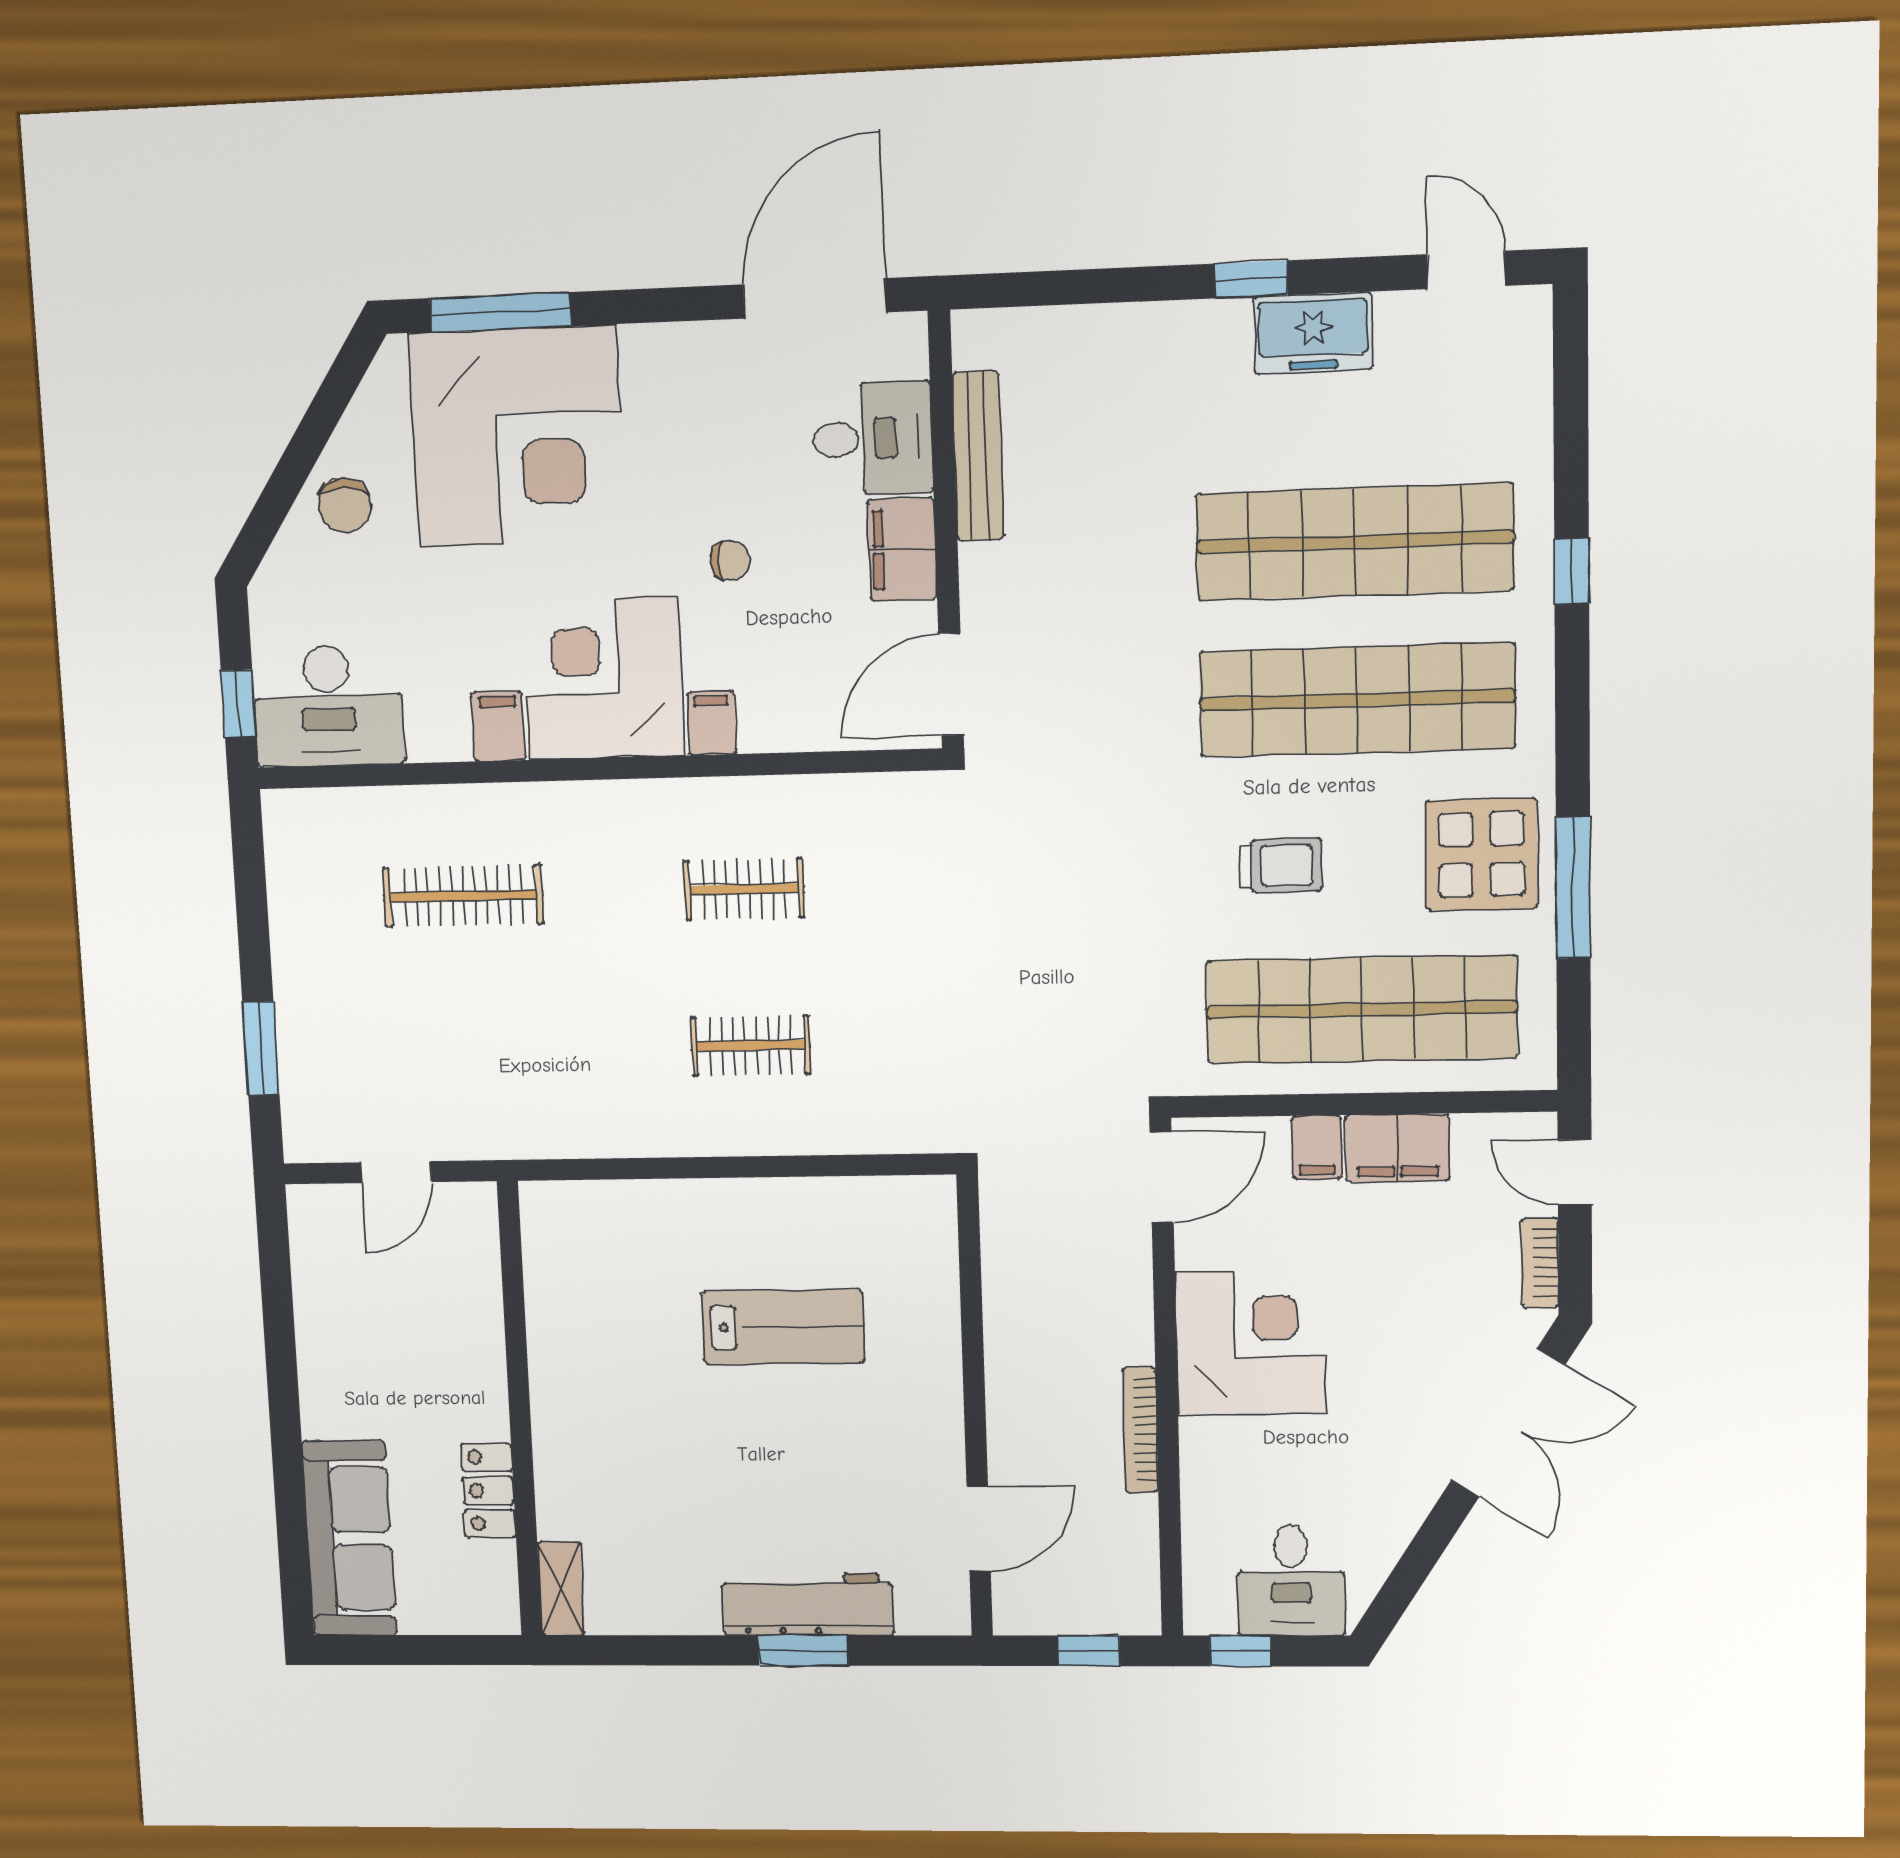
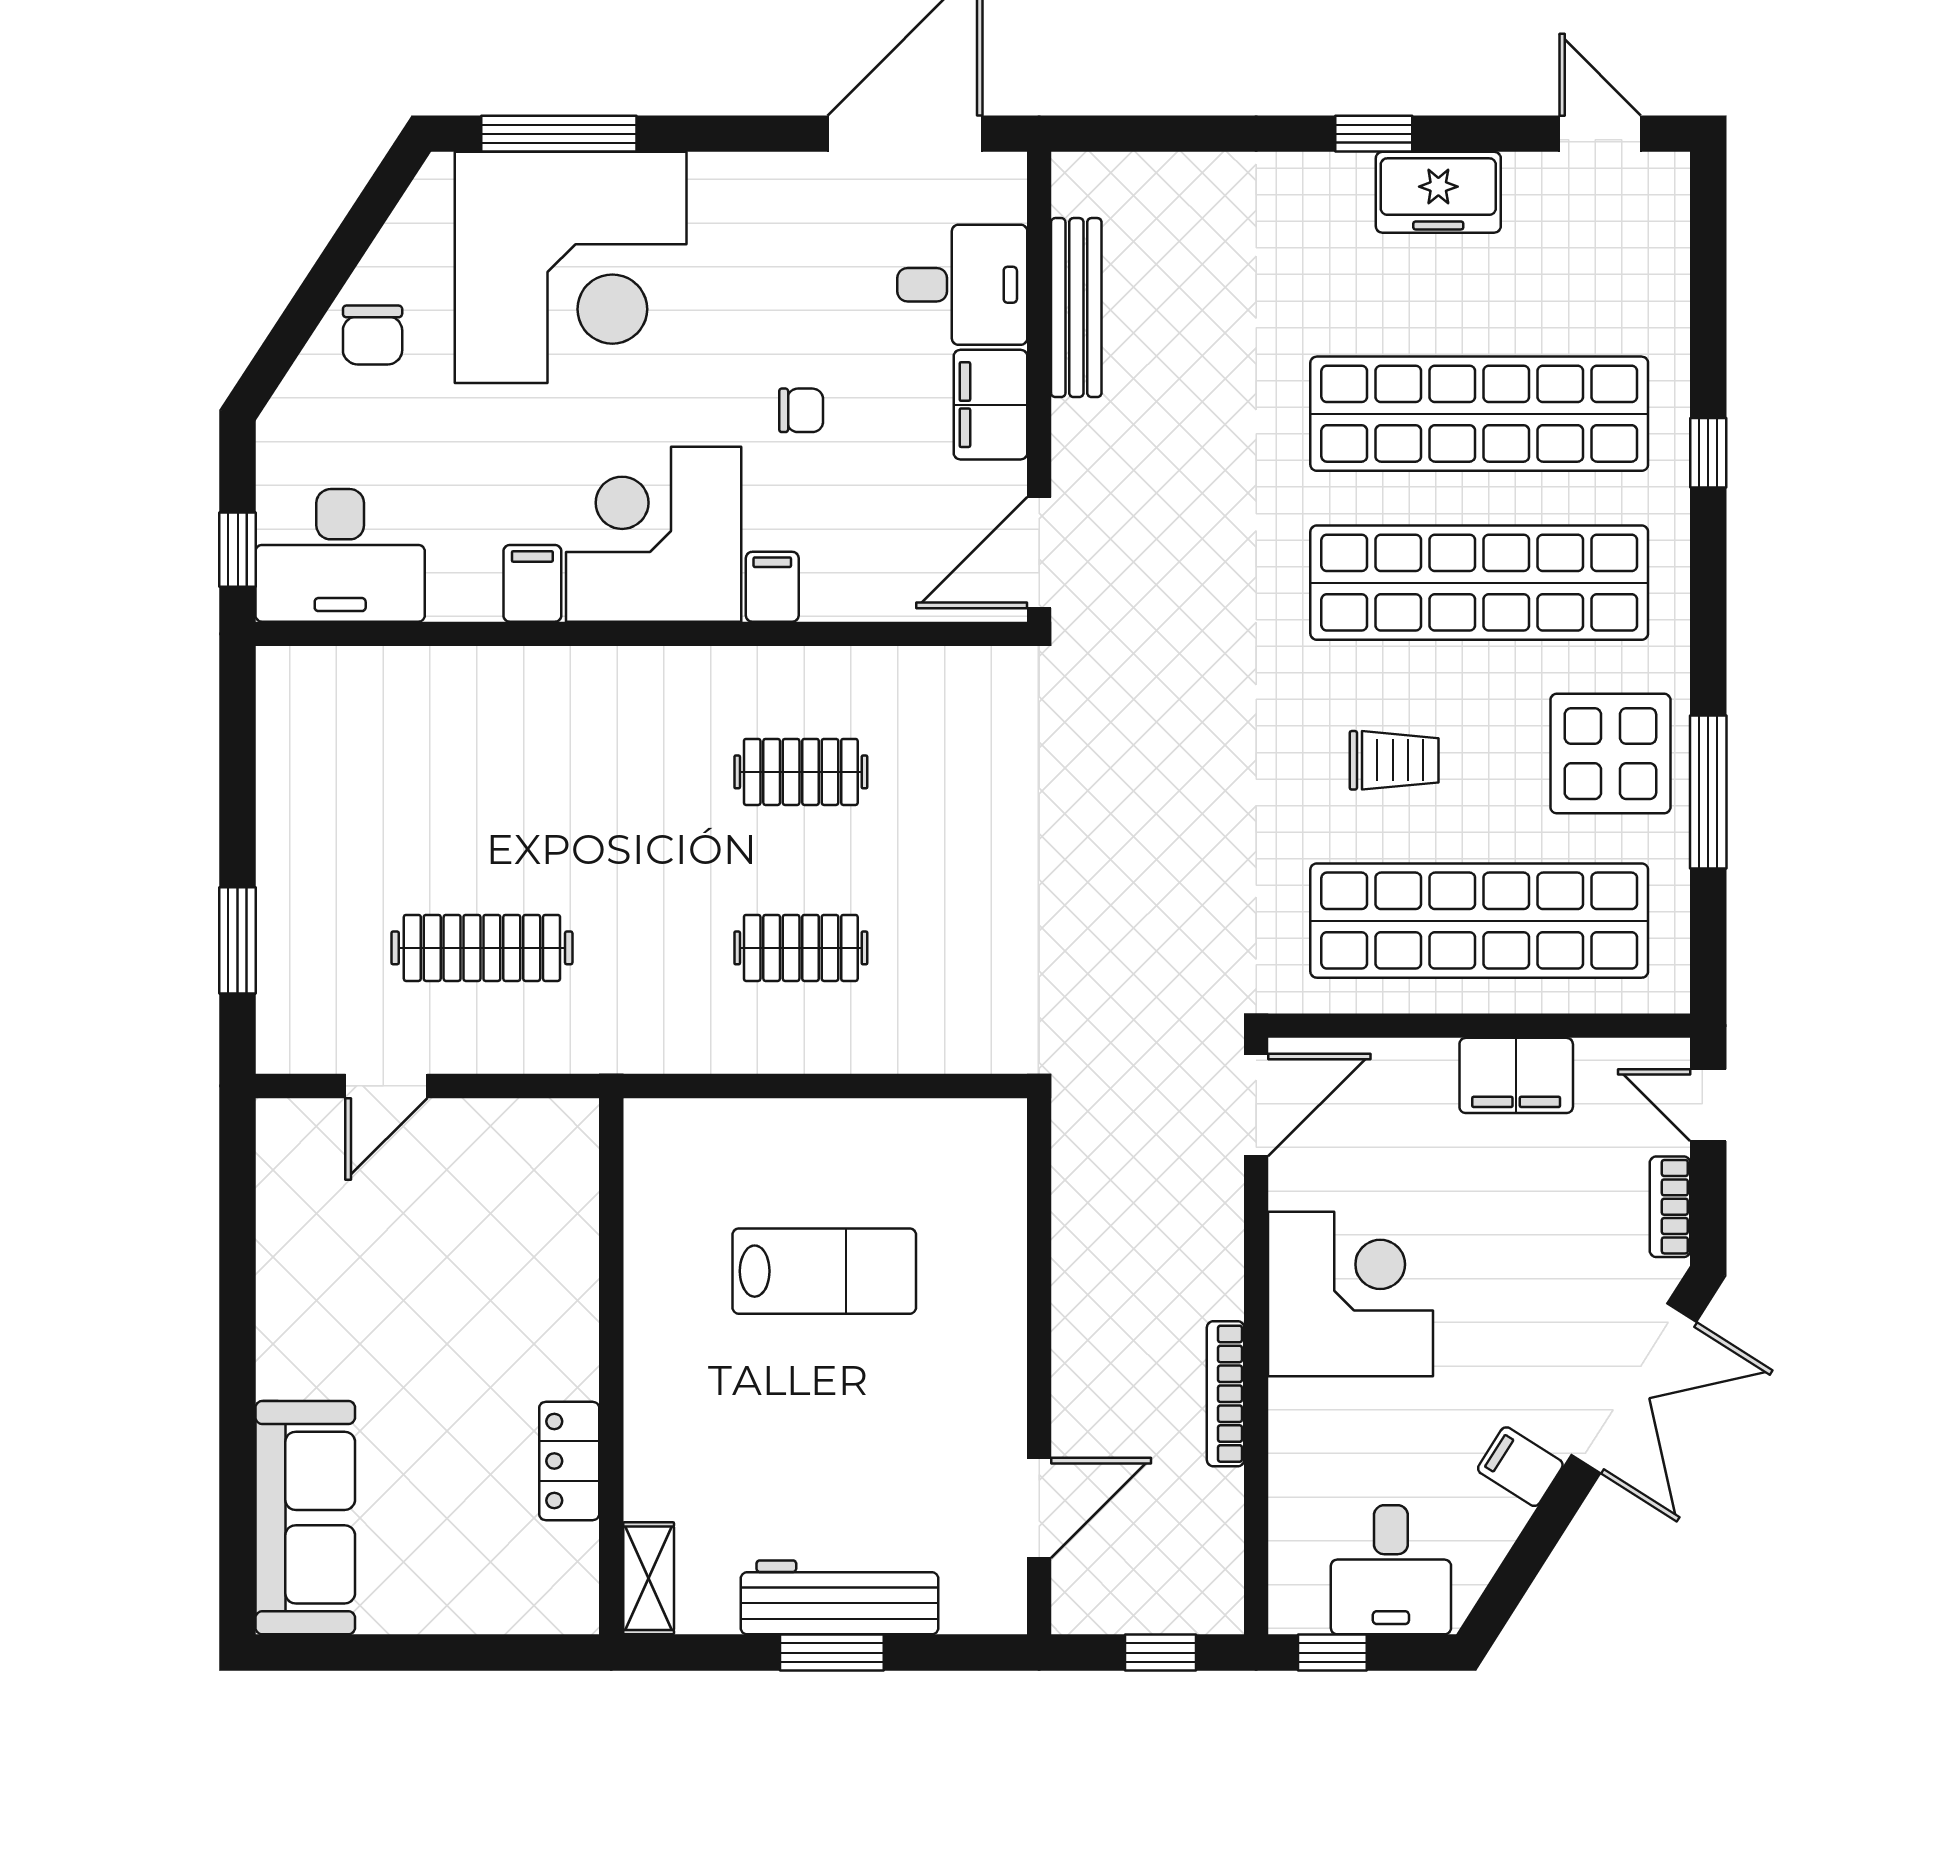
clothes rail: (463, 896) -> (482, 948), moved
filing cabinet: (1317, 1147) -> (1520, 1467), moved, turned 122
wall: (520, 1410) -> (611, 1366), moved
locker: (488, 1491) -> (569, 1461), moved
shelving: (561, 1588) -> (649, 1578), moved

